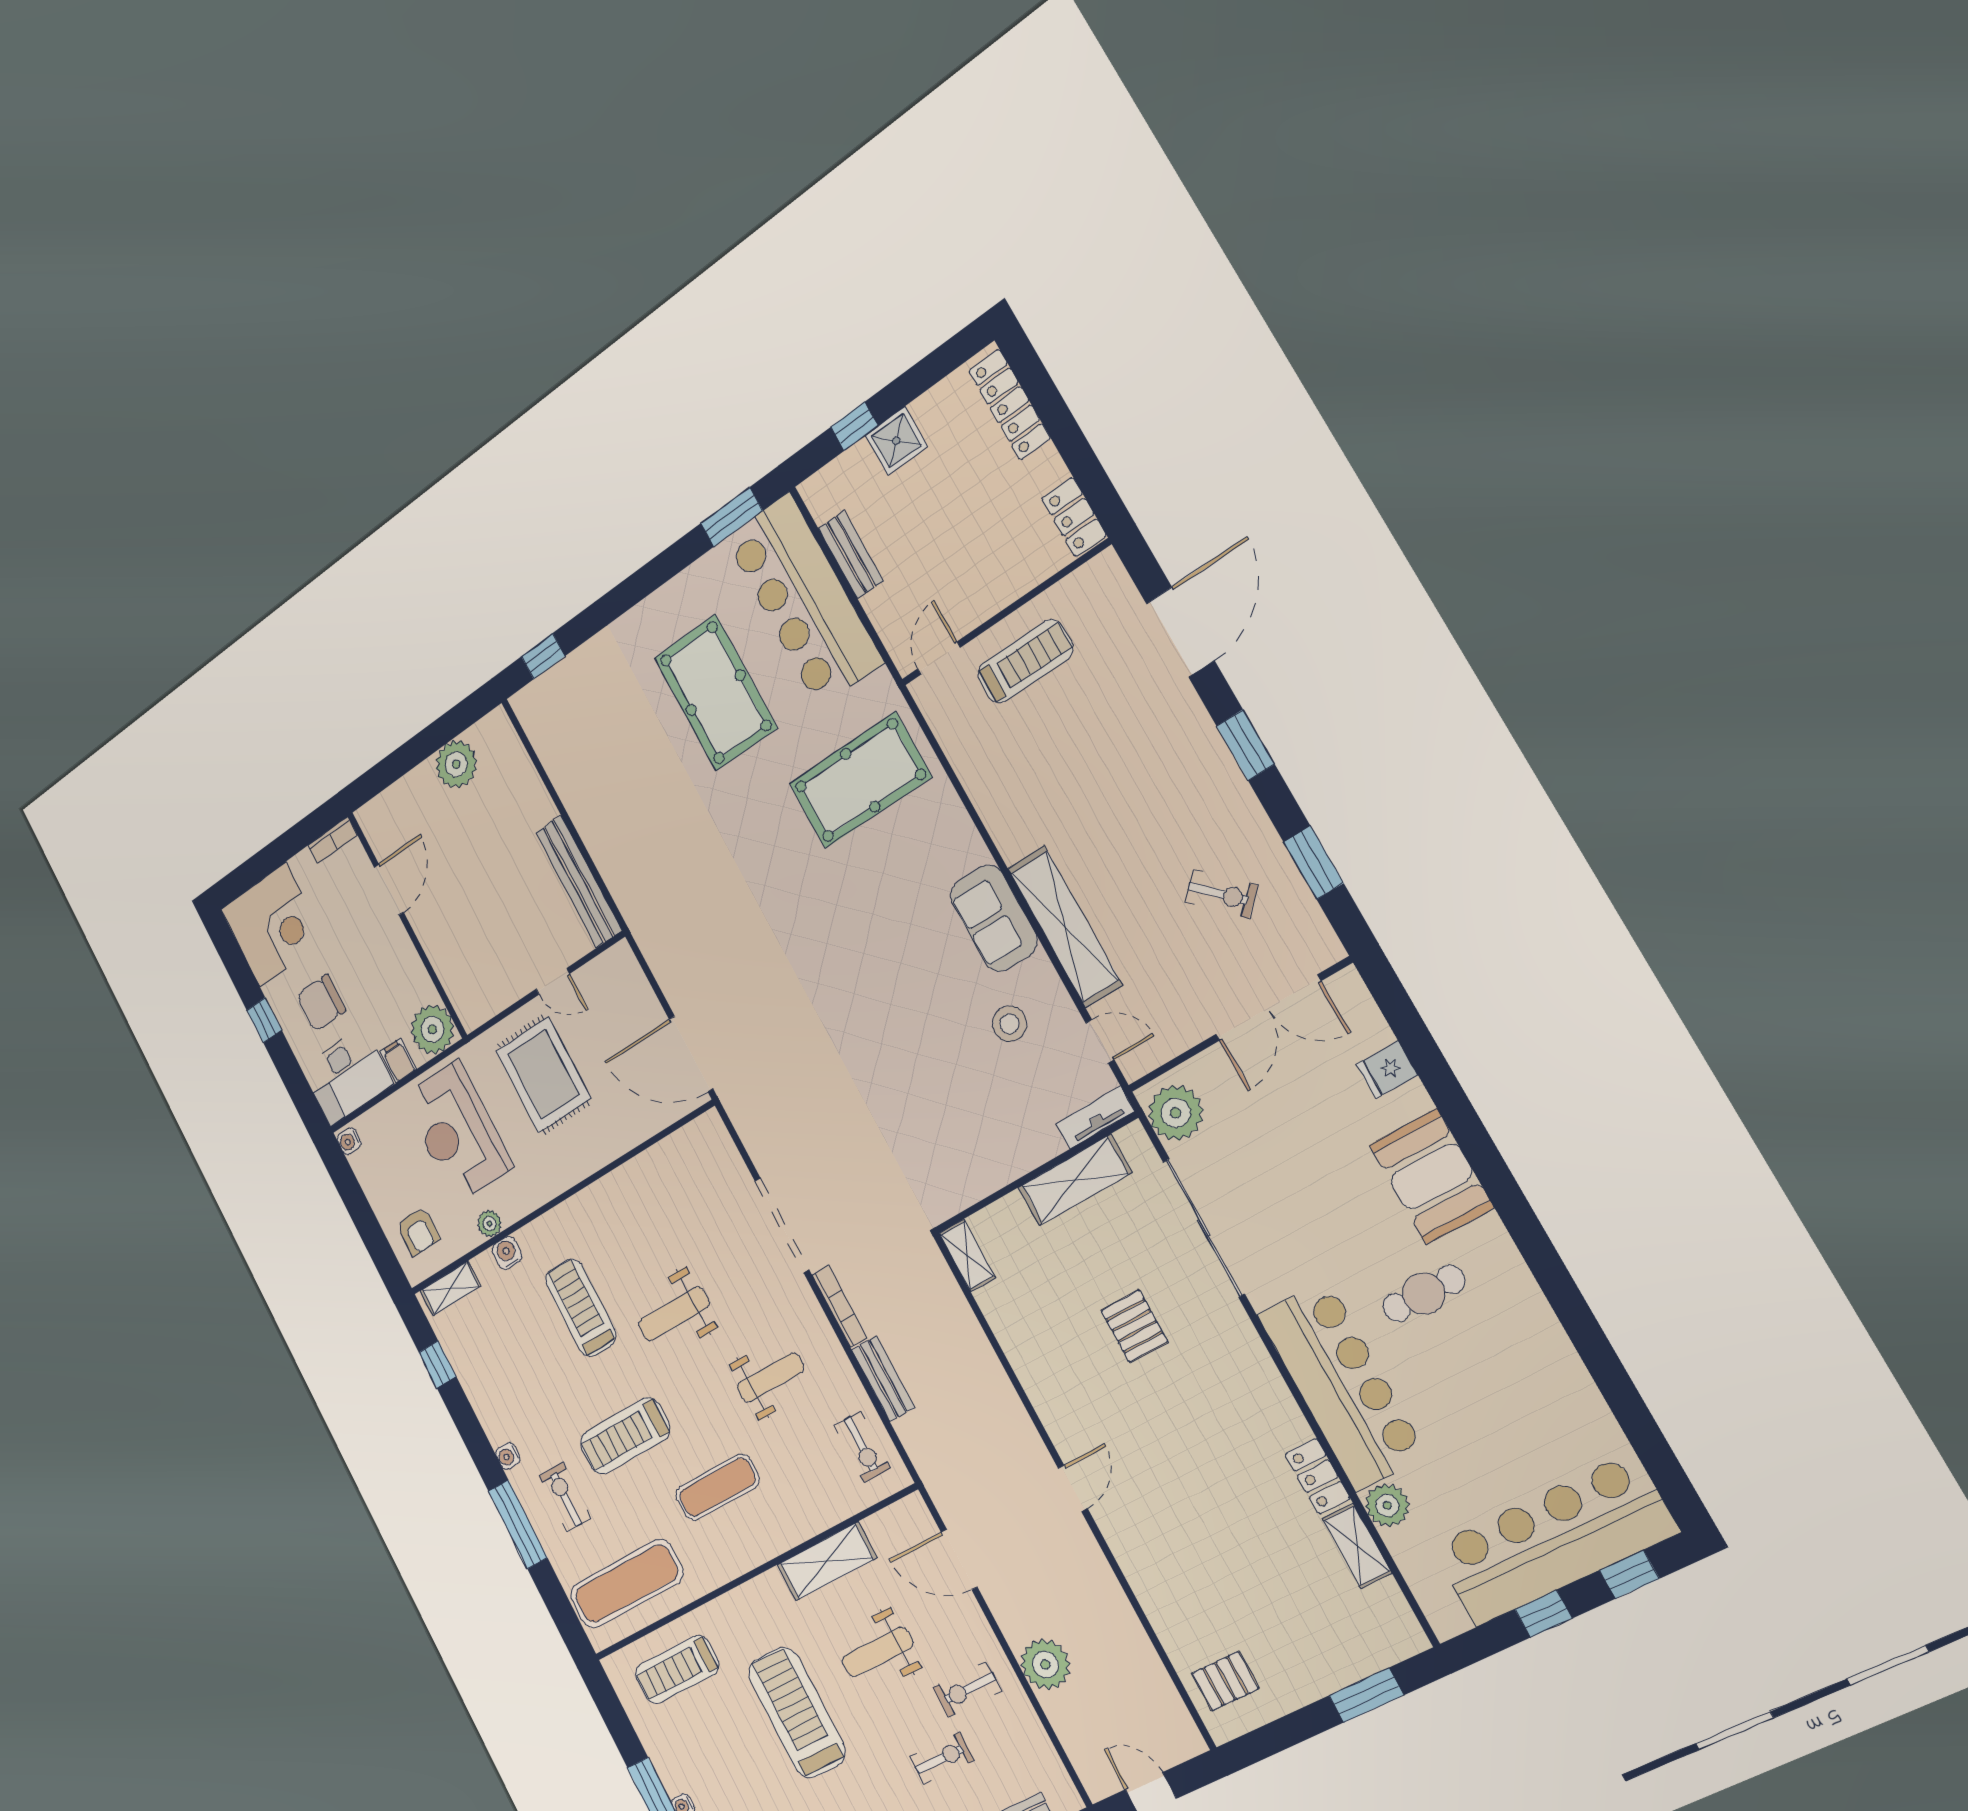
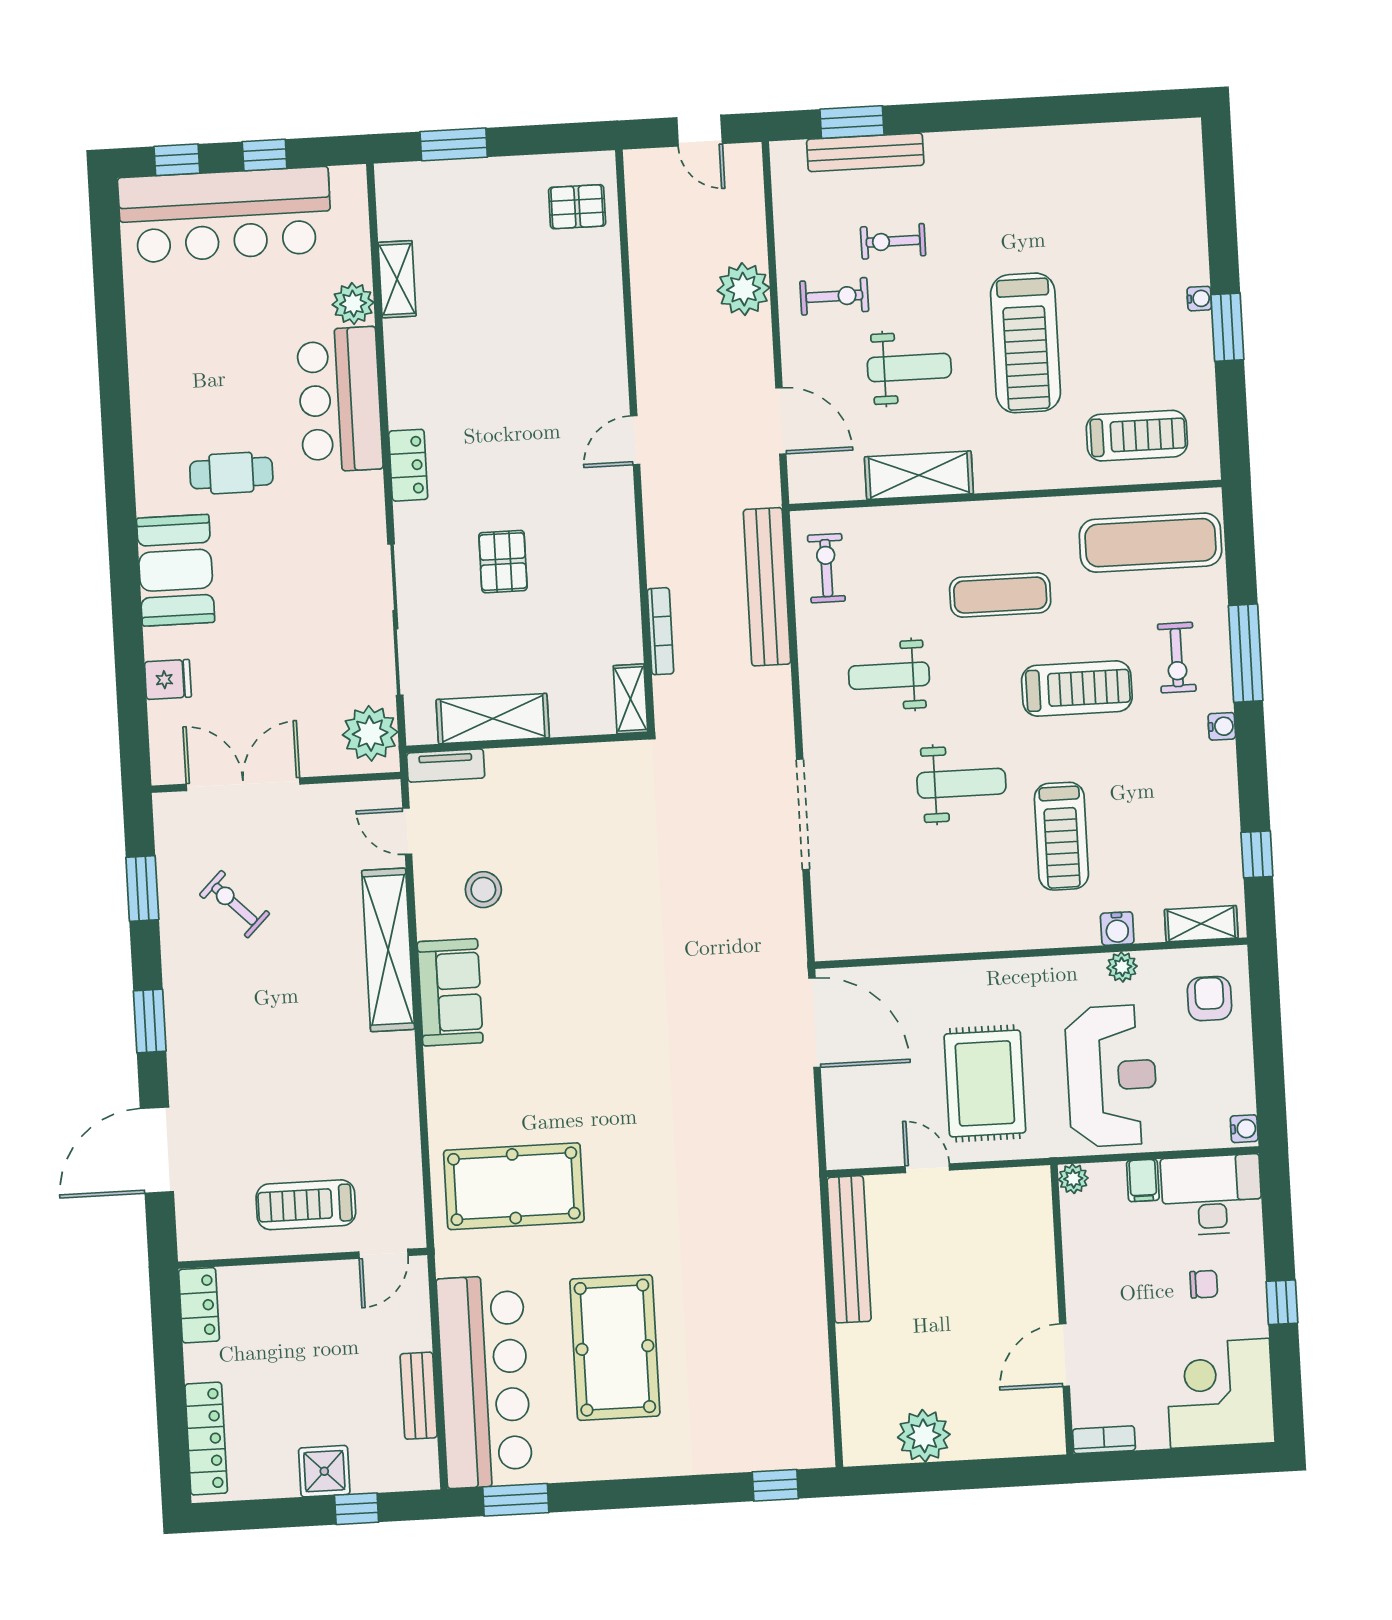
chair: (321, 1003) -> (1204, 1284), width x0.54, depth x0.54
plant: (432, 1029) -> (1073, 1179), width x0.53, depth x0.53
bookcase: (840, 1306) -> (661, 631), moved, turned 180
bench: (883, 1379) -> (767, 587), width x1.86, depth x1.21
bar counter: (1342, 1385) -> (340, 400), width x0.73
locker: (1318, 1476) -> (408, 465), moved

